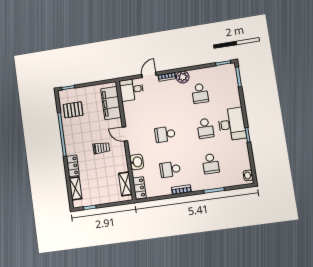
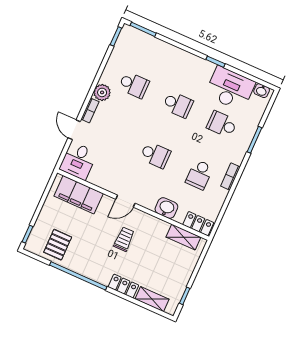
desk: (232, 124) -> (230, 89), moved
school desk: (165, 134) -> (155, 155), turned -90
school desk: (211, 164) -> (222, 124), turned 180

